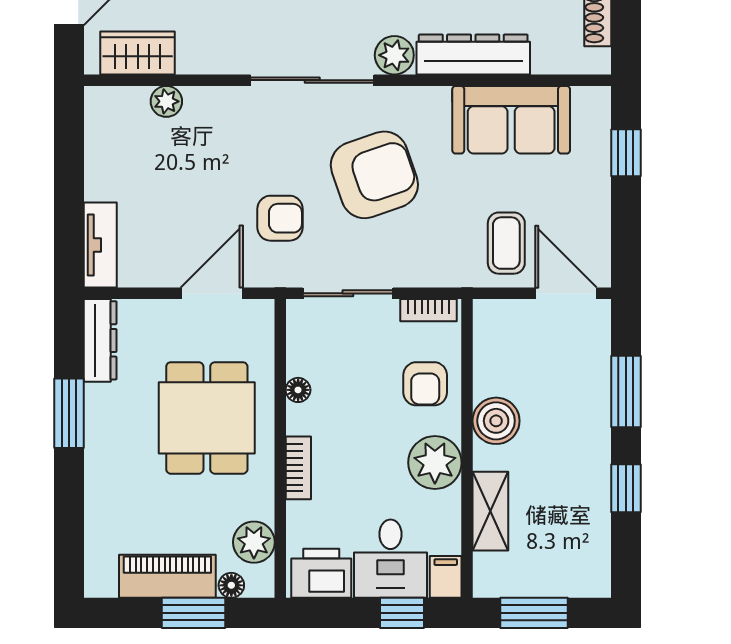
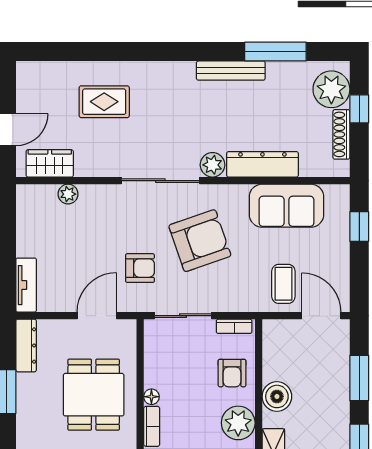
floor lamp: (298, 390) -> (151, 397), moved

